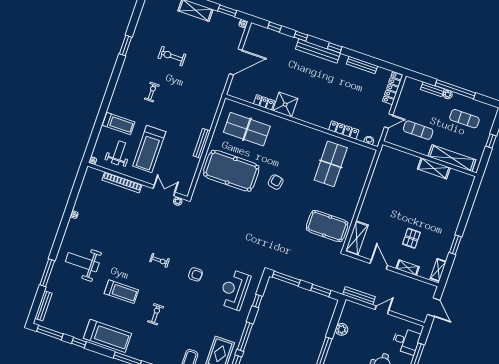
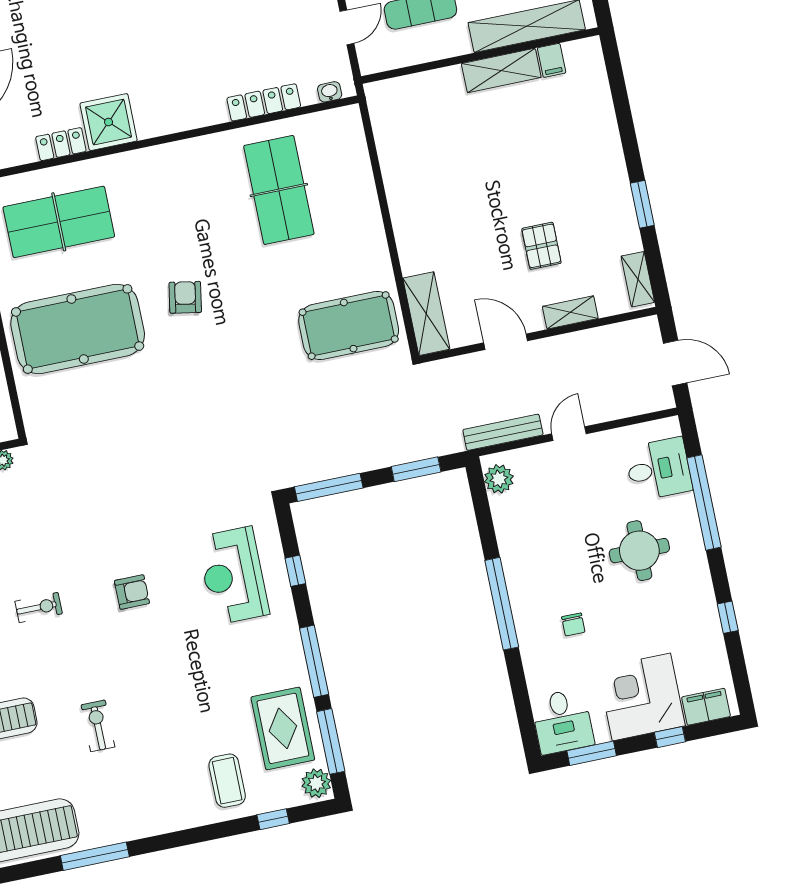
filing cabinet: (454, 175) -> (552, 60), added
plant: (342, 329) -> (499, 479), moved

